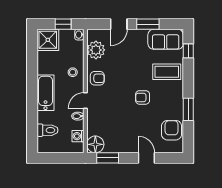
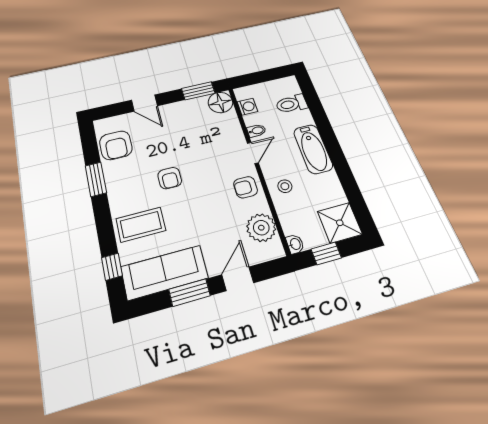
sofa: (166, 39) -> (164, 272), width x1.36
armchair: (143, 97) -> (170, 178), turned 90

